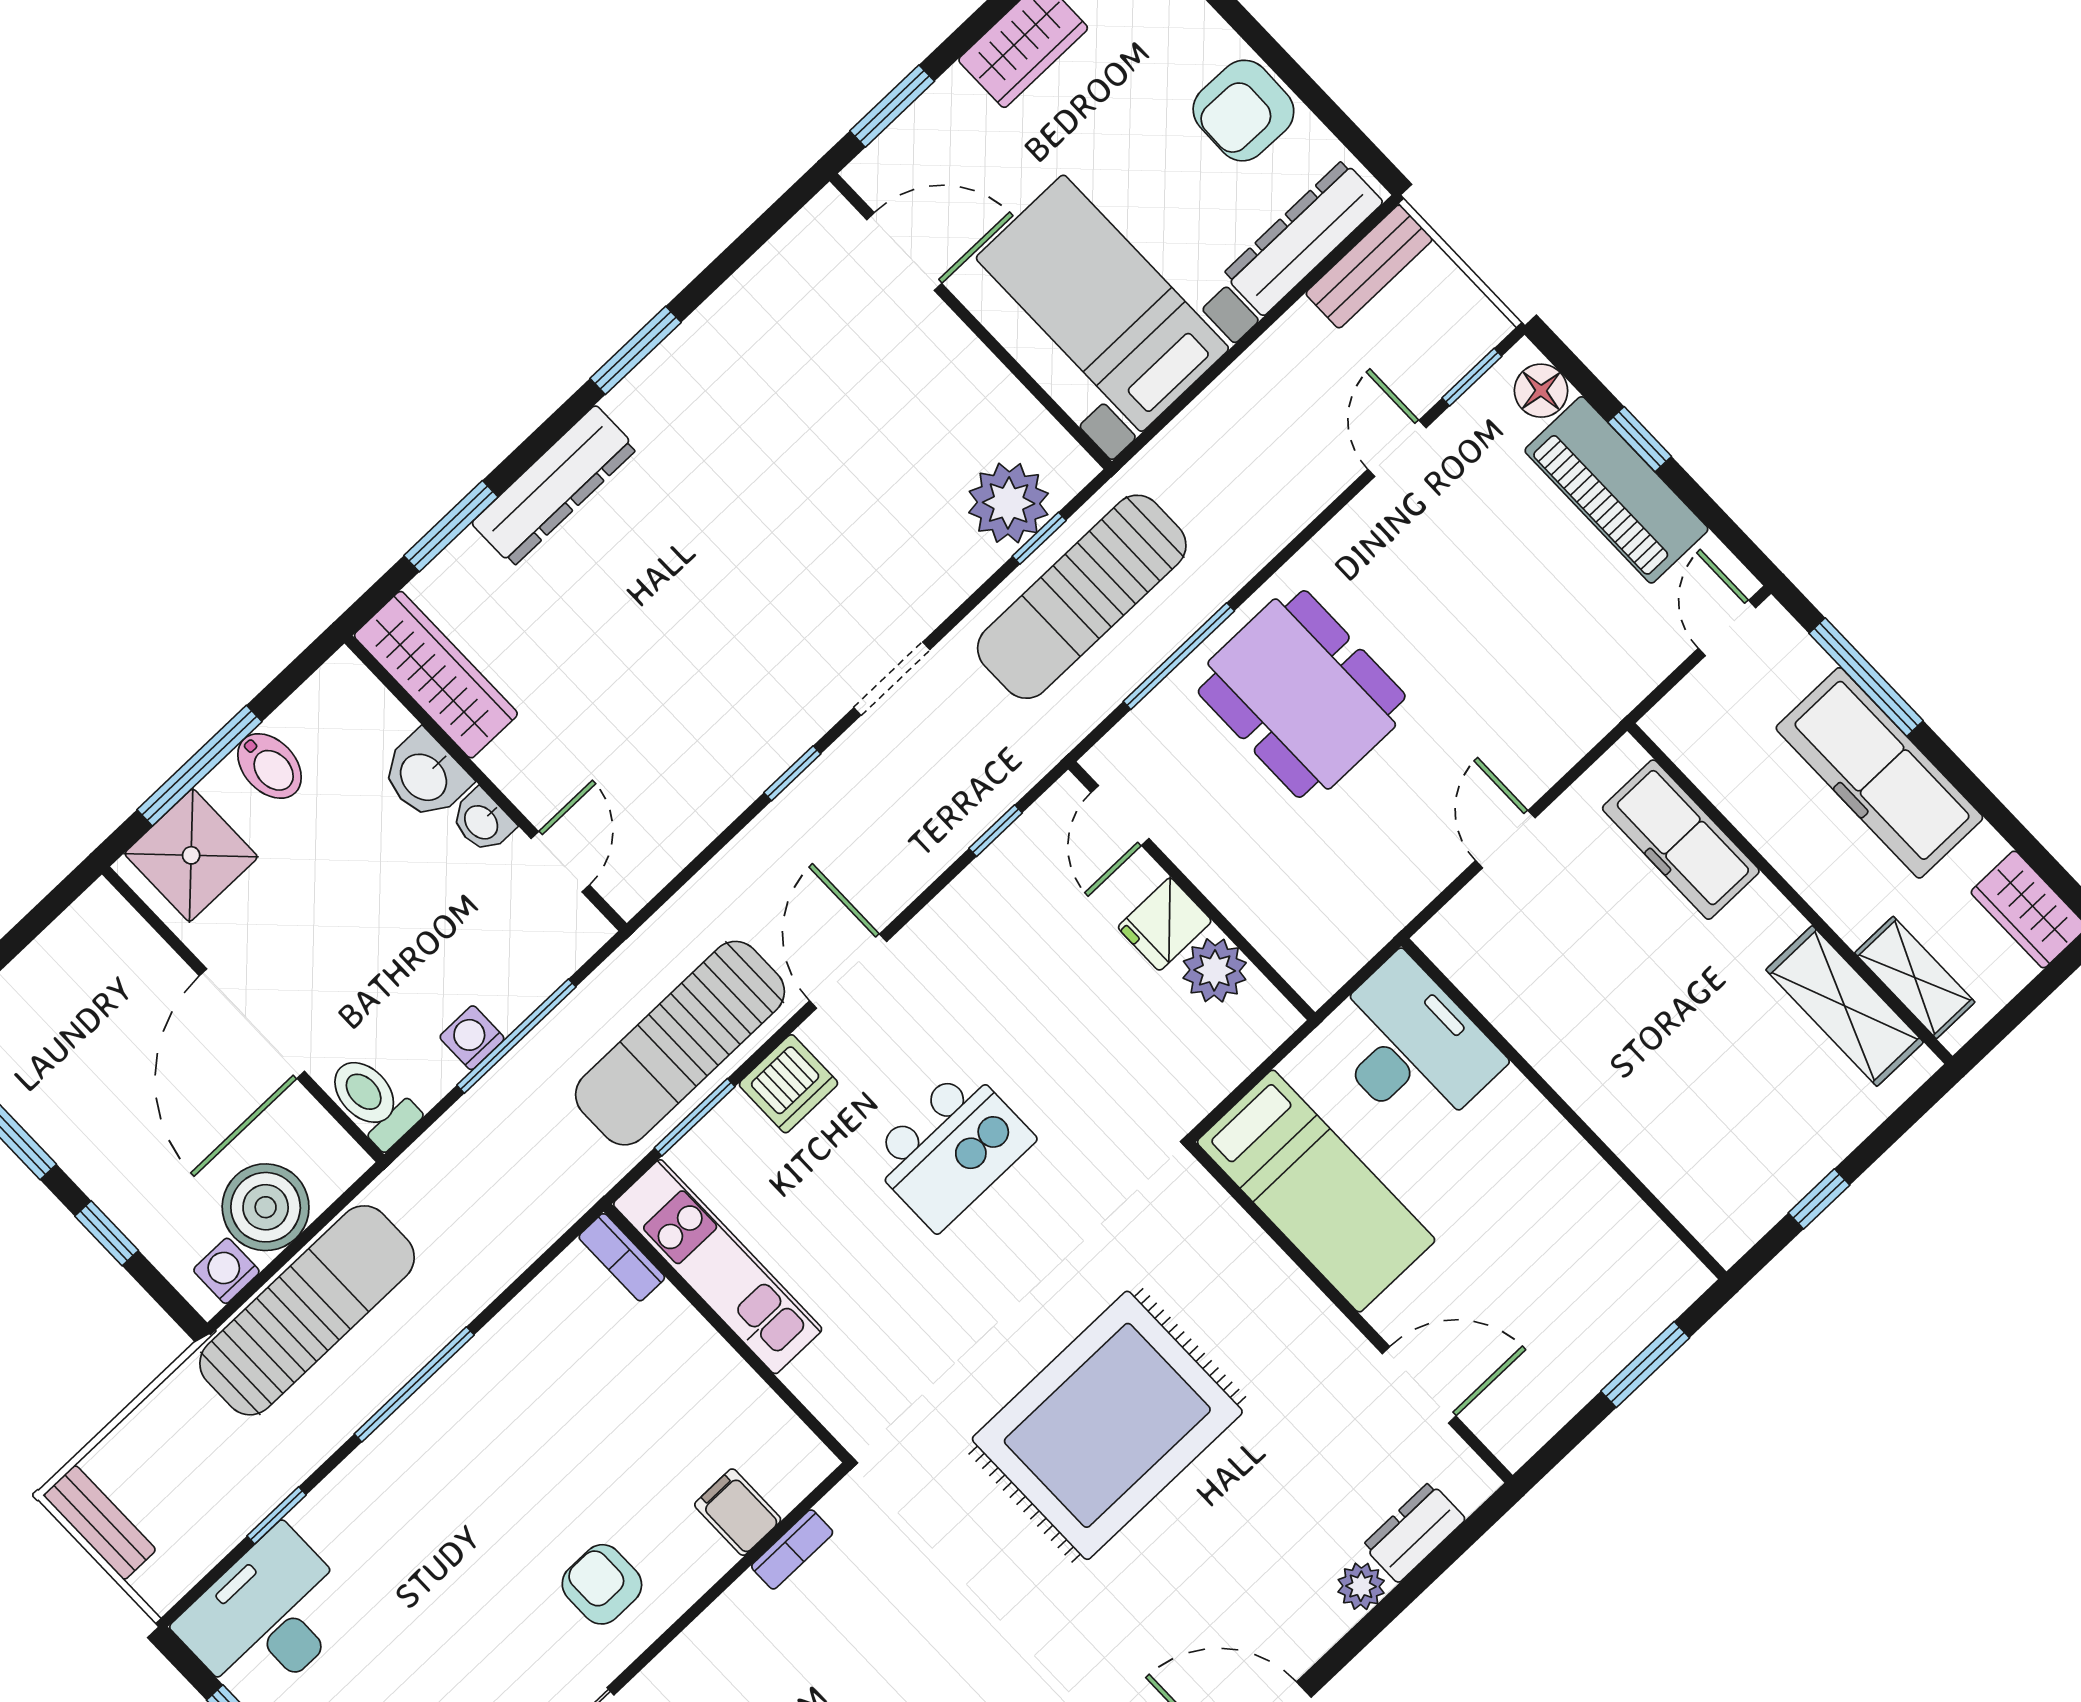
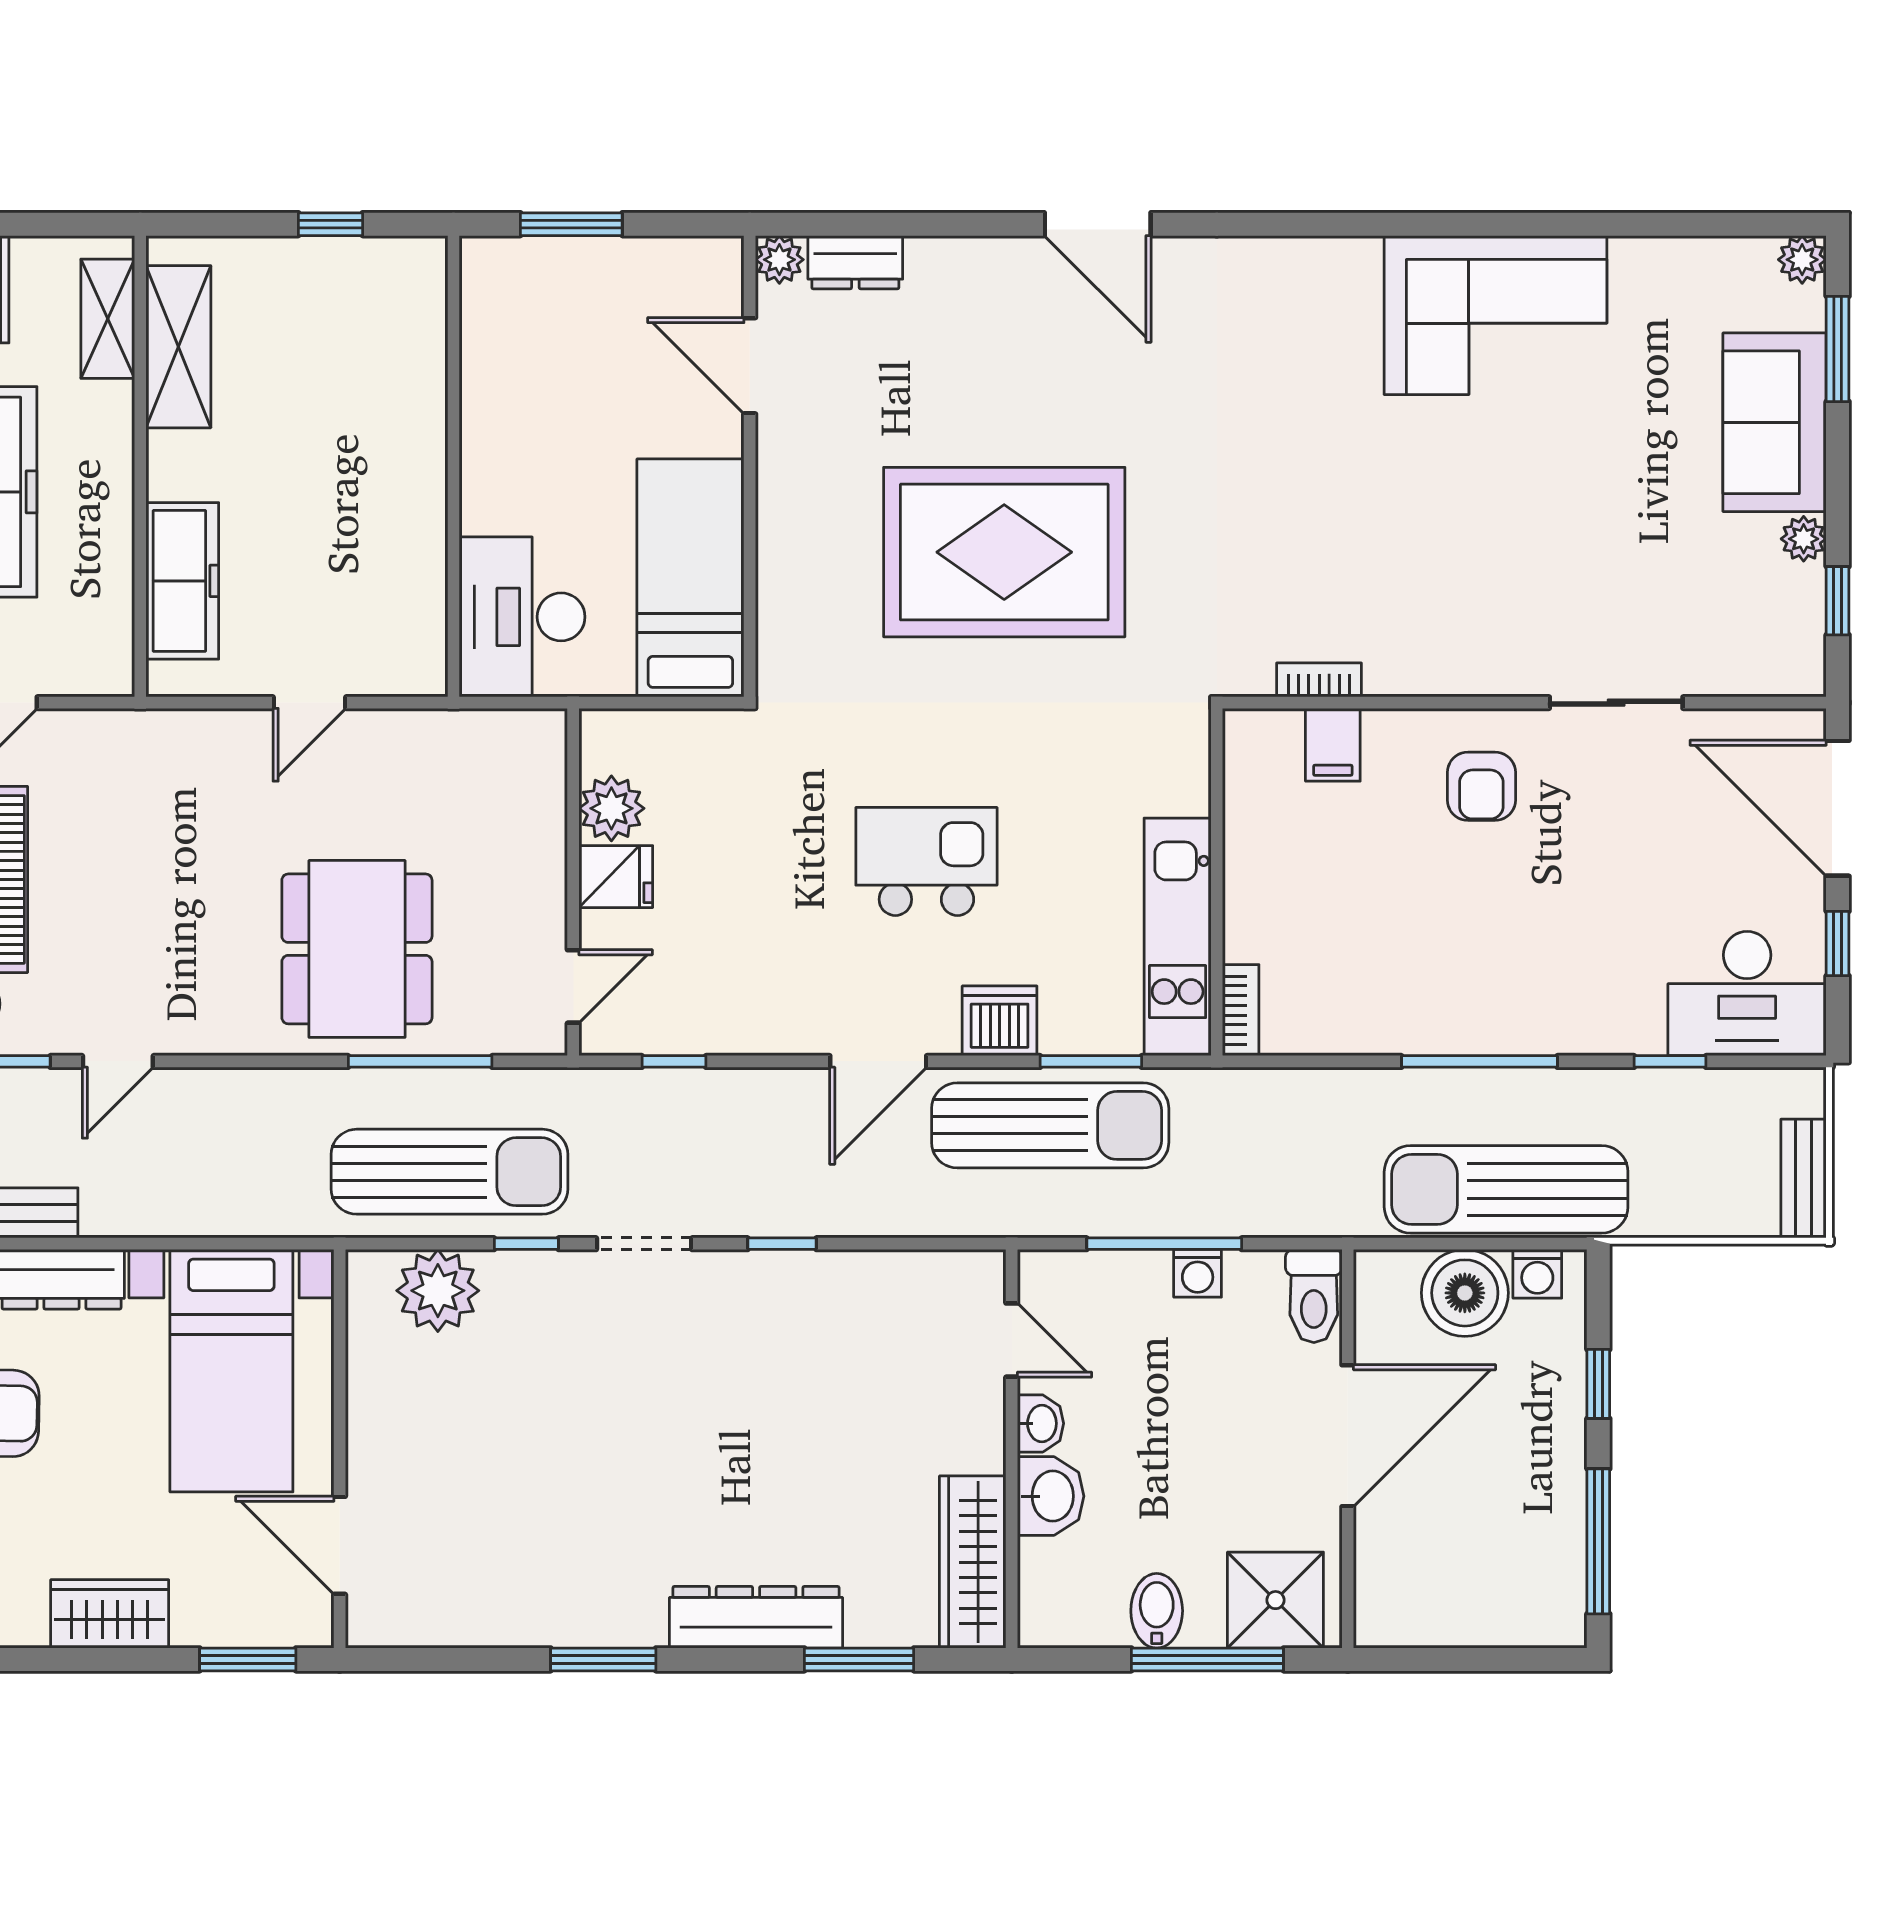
window: (1039, 538) -> (526, 1244), moved
door: (560, 862) -> (1012, 1340), swing flipped
plant: (1361, 1586) -> (779, 260), moved

